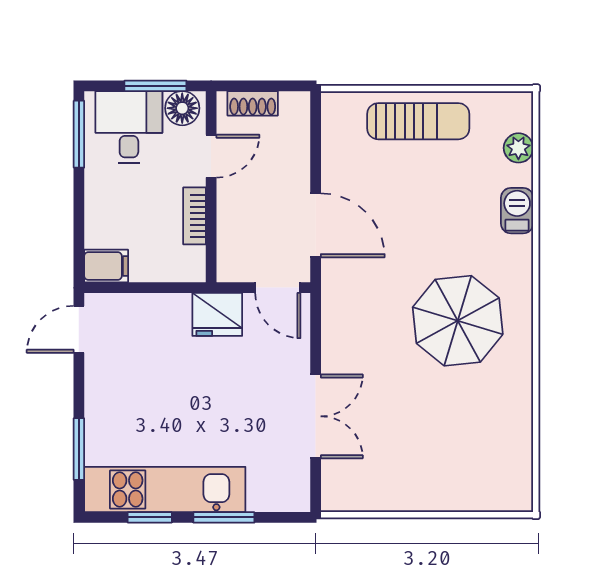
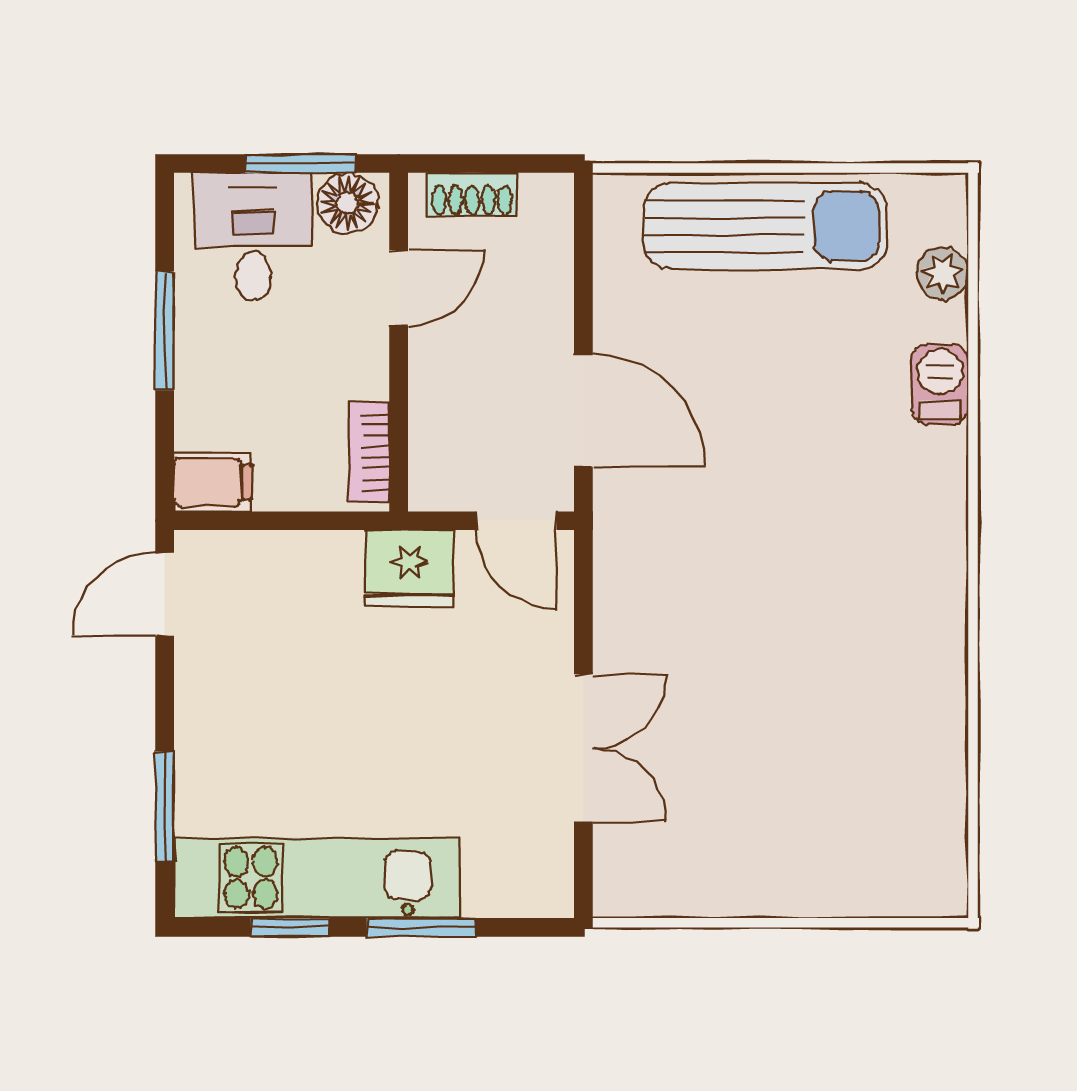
sun lounger: (418, 121) -> (765, 226), width x1.36, depth x1.34
window: (79, 134) -> (165, 331), moved
bookcase: (195, 216) -> (369, 452), moved
parasol: (458, 321) -> (835, 579), removed

